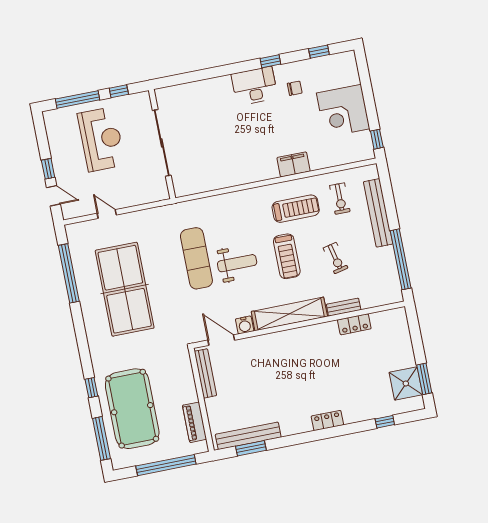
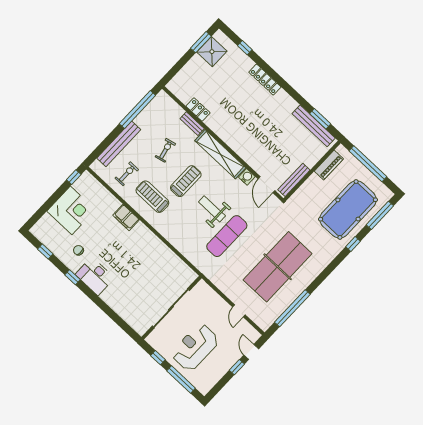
locker: (327, 420) -> (265, 80), width x1.53

